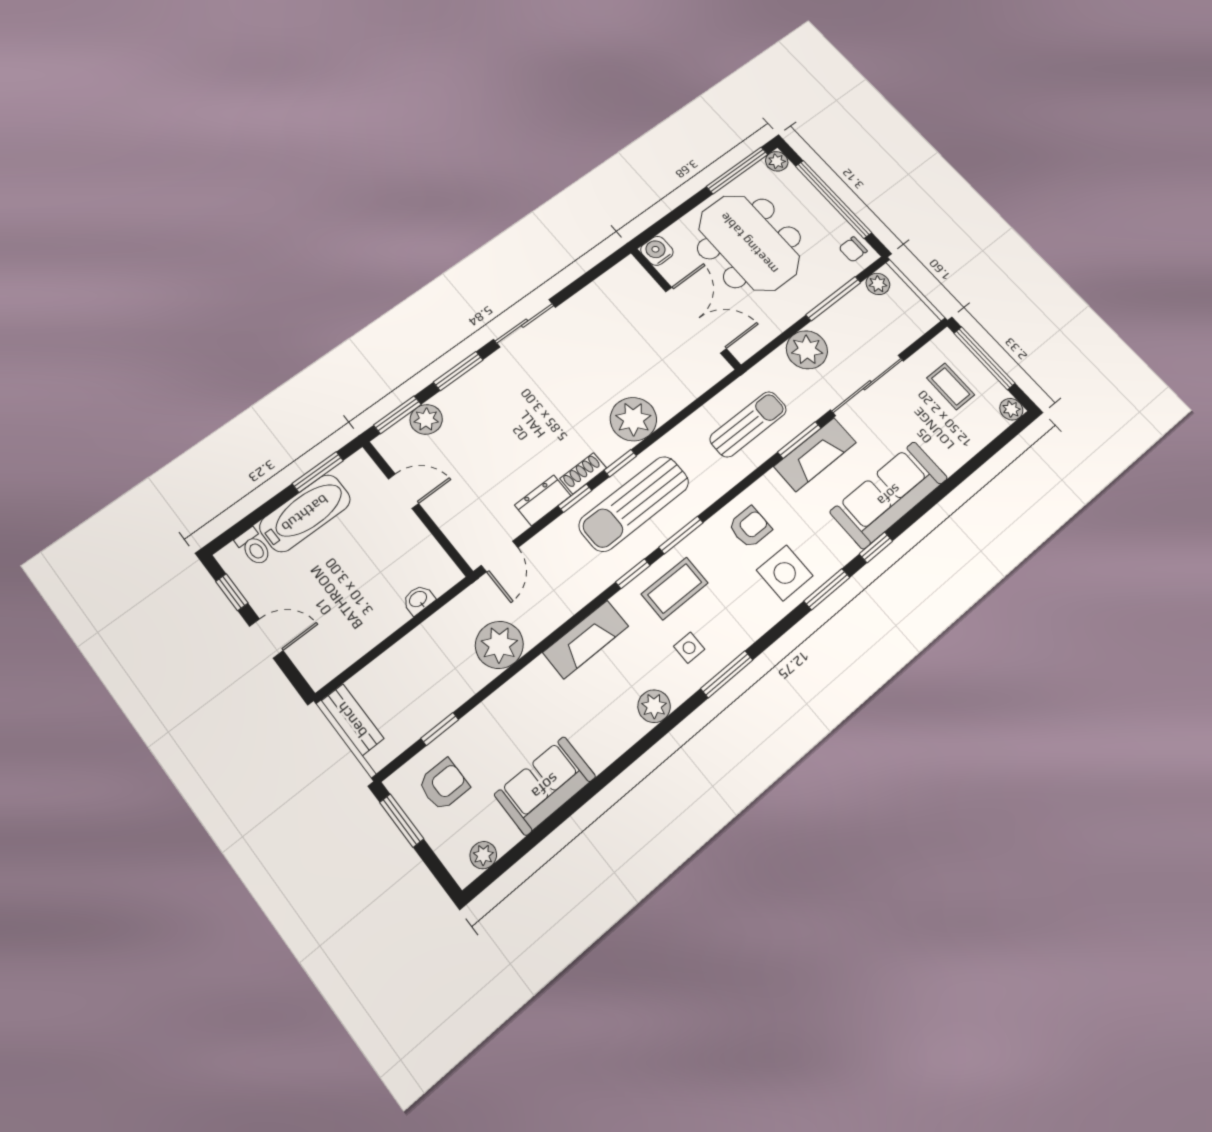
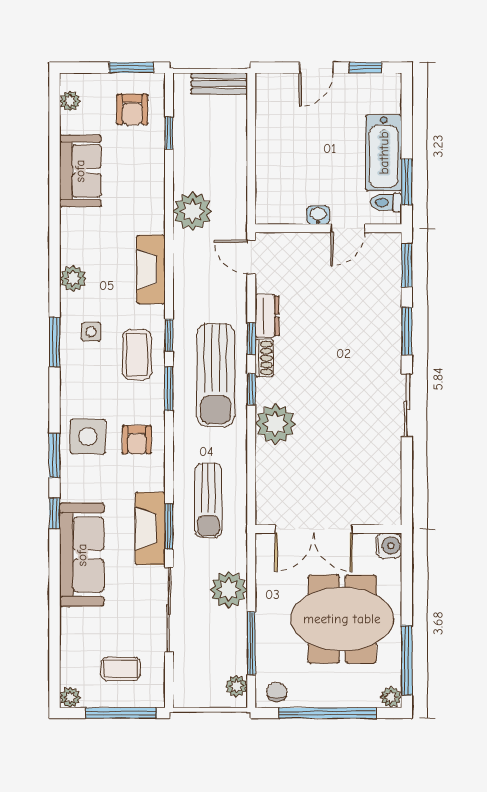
plant: (426, 419) -> (388, 282), removed
sun lounger: (634, 504) -> (216, 375), turned 180
toilet: (254, 547) -> (386, 202), moved
washbasin: (418, 600) -> (318, 215), moved, turned -90

